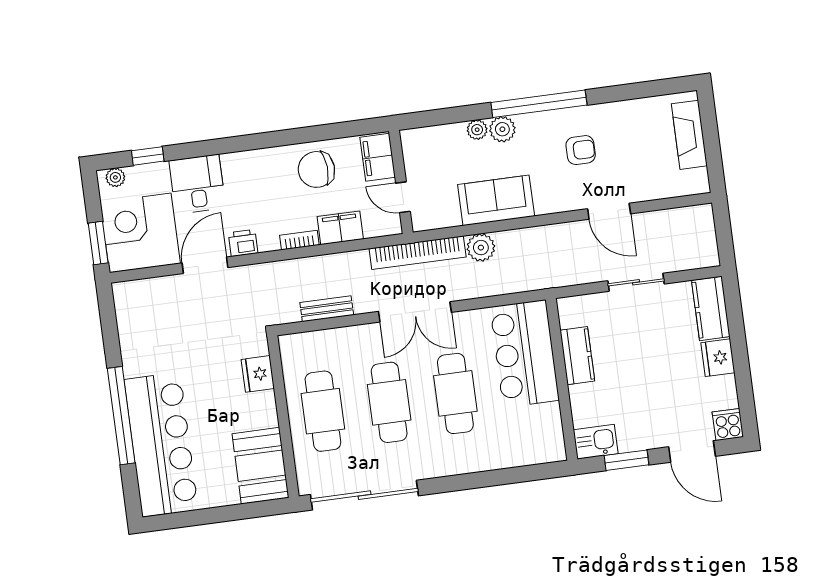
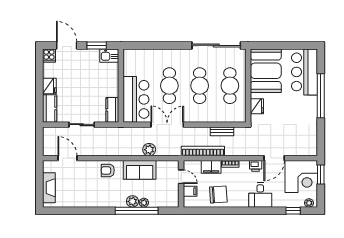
window: (539, 104) -> (137, 211), moved
armchair: (581, 150) -> (108, 170), moved
filing cabinet: (378, 157) -> (190, 191), width x0.50
desk: (197, 184) -> (260, 195), moved
door: (609, 211) -> (68, 158), moved
bookcase: (418, 253) -> (203, 151), moved
double door: (415, 312) -> (167, 125), moved
kitchen counter: (577, 356) -> (112, 110), moved
bar counter: (161, 445) -> (304, 72), width x0.73
booth: (260, 466) -> (266, 71), width x1.36, depth x1.42

